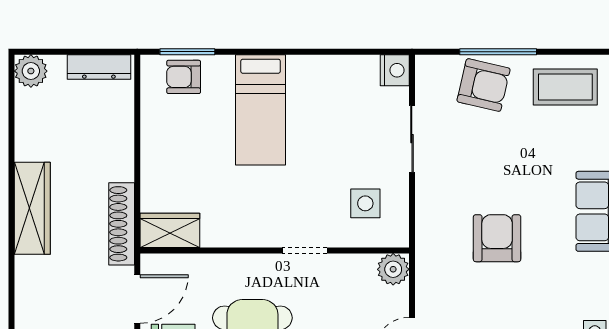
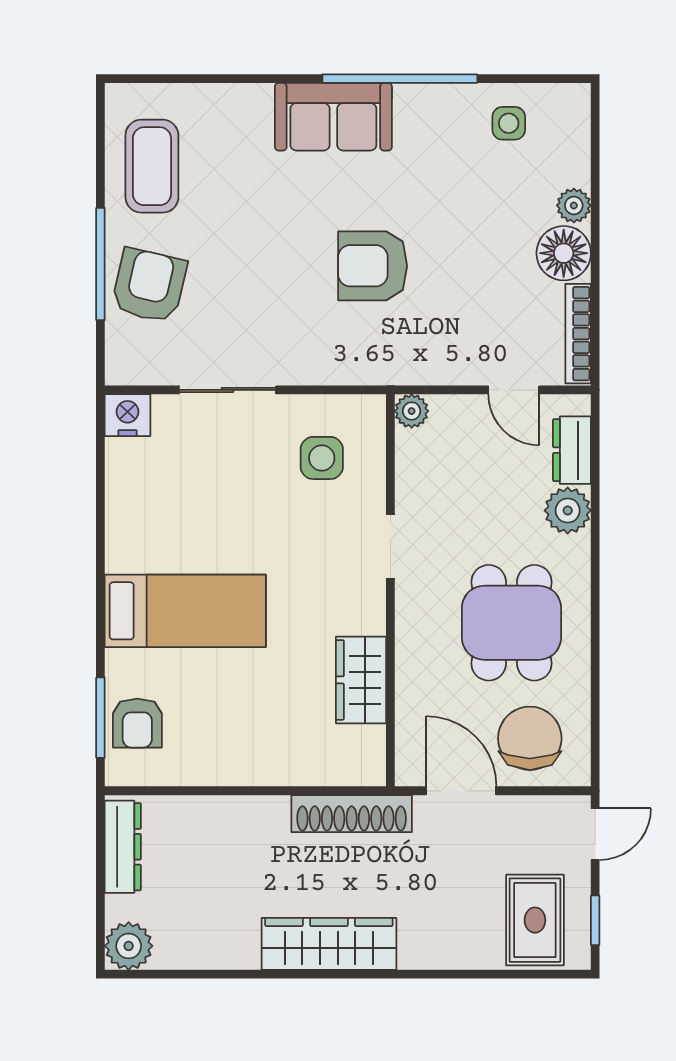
wardrobe: (170, 230) -> (361, 680), moved
plant: (393, 269) -> (412, 411), width x0.73, depth x0.73

